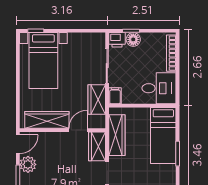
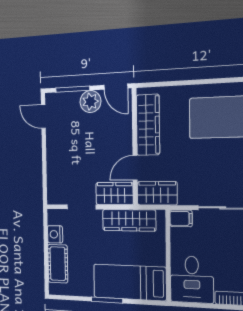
wardrobe: (97, 99) -> (157, 193), moved
door: (78, 130) -> (135, 168), swing flipped

